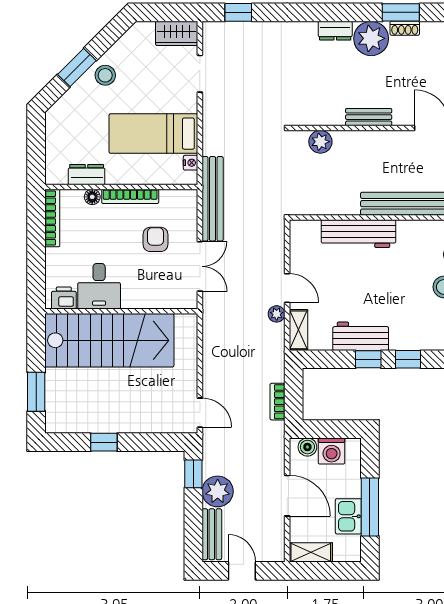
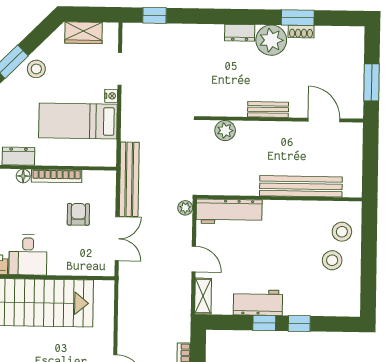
wardrobe: (177, 33) -> (83, 33), moved
nightstand: (191, 163) -> (111, 96), moved
workbench: (358, 234) -> (229, 212), moved
plant: (277, 314) -> (185, 208), moved

